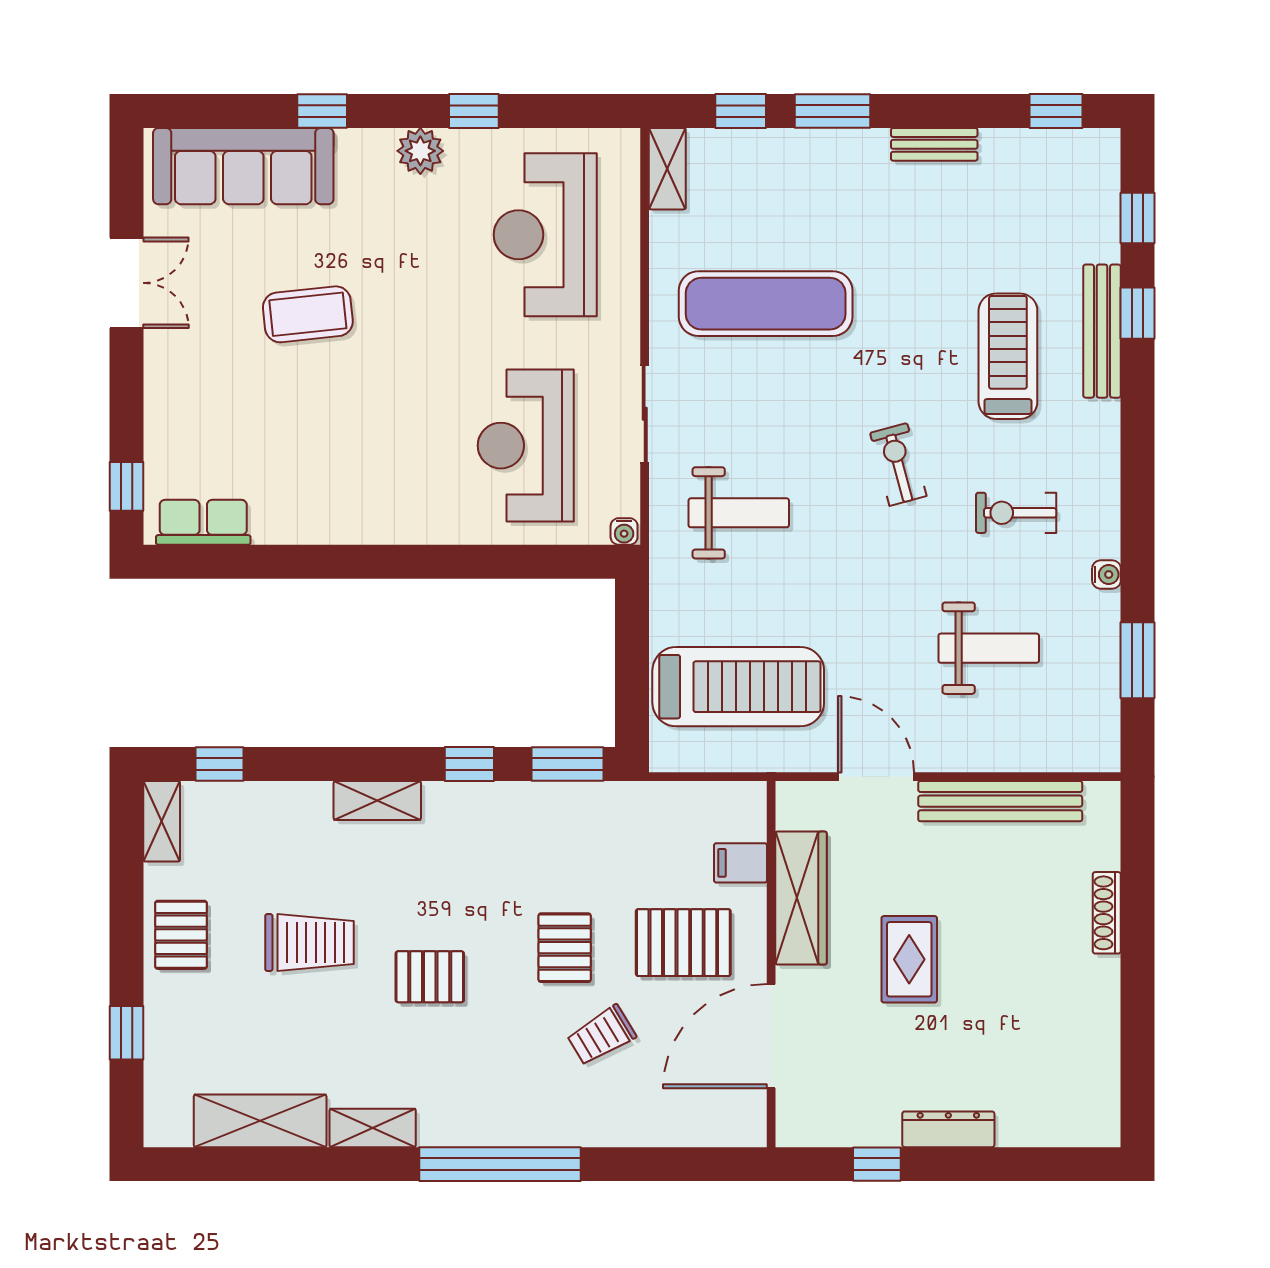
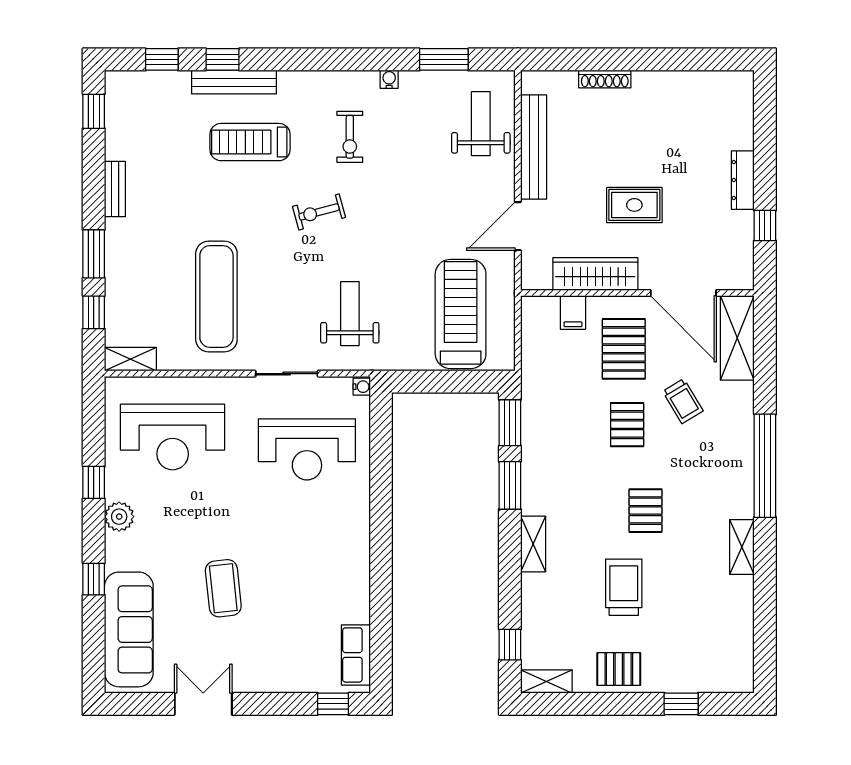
weight bench: (989, 648) -> (481, 124), moved
window: (469, 764) -> (510, 485), width x1.50
pallet: (565, 948) -> (627, 425), turned 90
shelving: (260, 1121) -> (737, 338), moved

